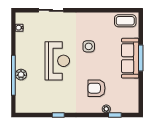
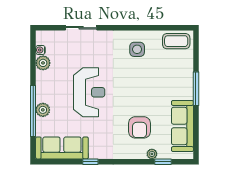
plant: (21, 38) -> (43, 63), added
side table: (89, 46) -> (137, 49), moved
sofa: (130, 58) -> (182, 126), moved
armchair: (97, 88) -> (139, 127), turned -90
sofa: (36, 104) -> (62, 148), added

